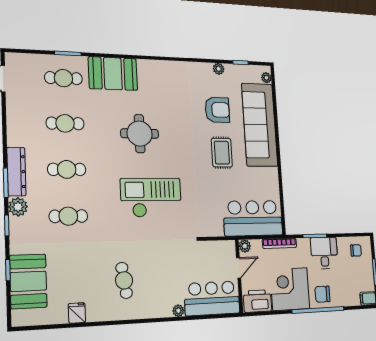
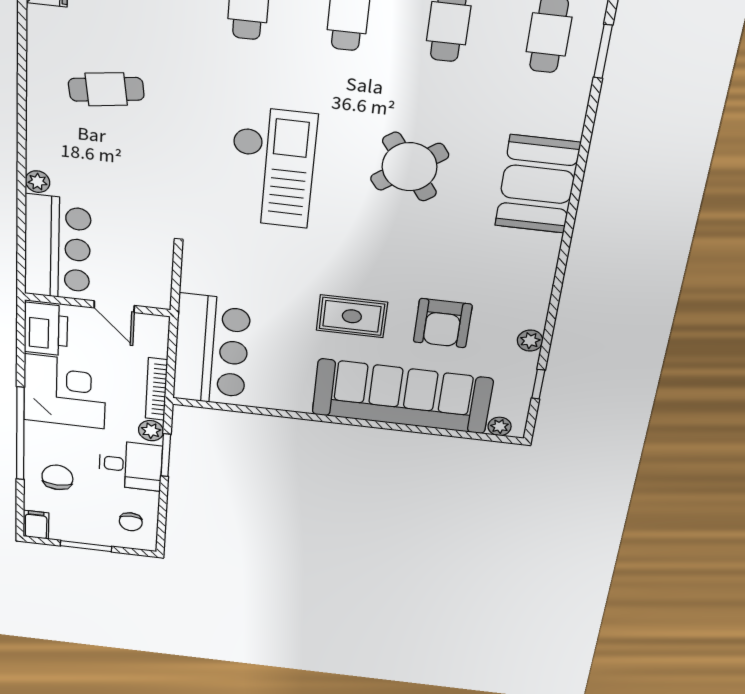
booth: (113, 74) -> (537, 184), moved
round table: (140, 134) -> (410, 167), turned -36
plant: (245, 246) -> (151, 431), moved
chair: (322, 294) -> (57, 477), moved

